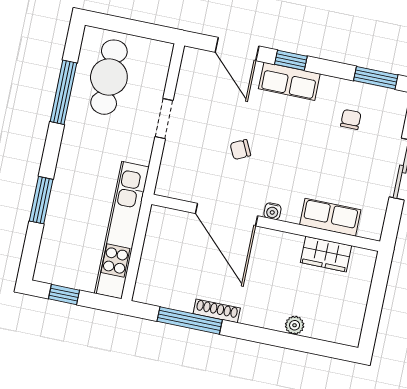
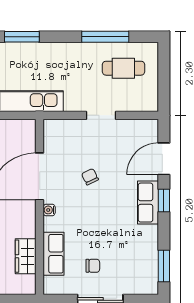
cafe table: (109, 77) -> (123, 68), width x0.73, depth x0.74
chair: (351, 119) -> (93, 266), moved

